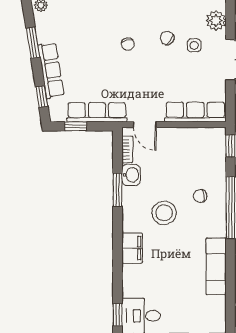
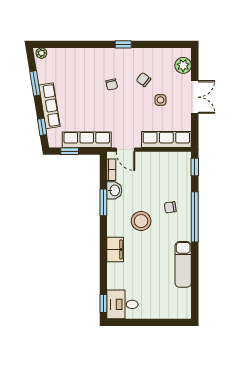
side table: (194, 45) -> (160, 100), moved

